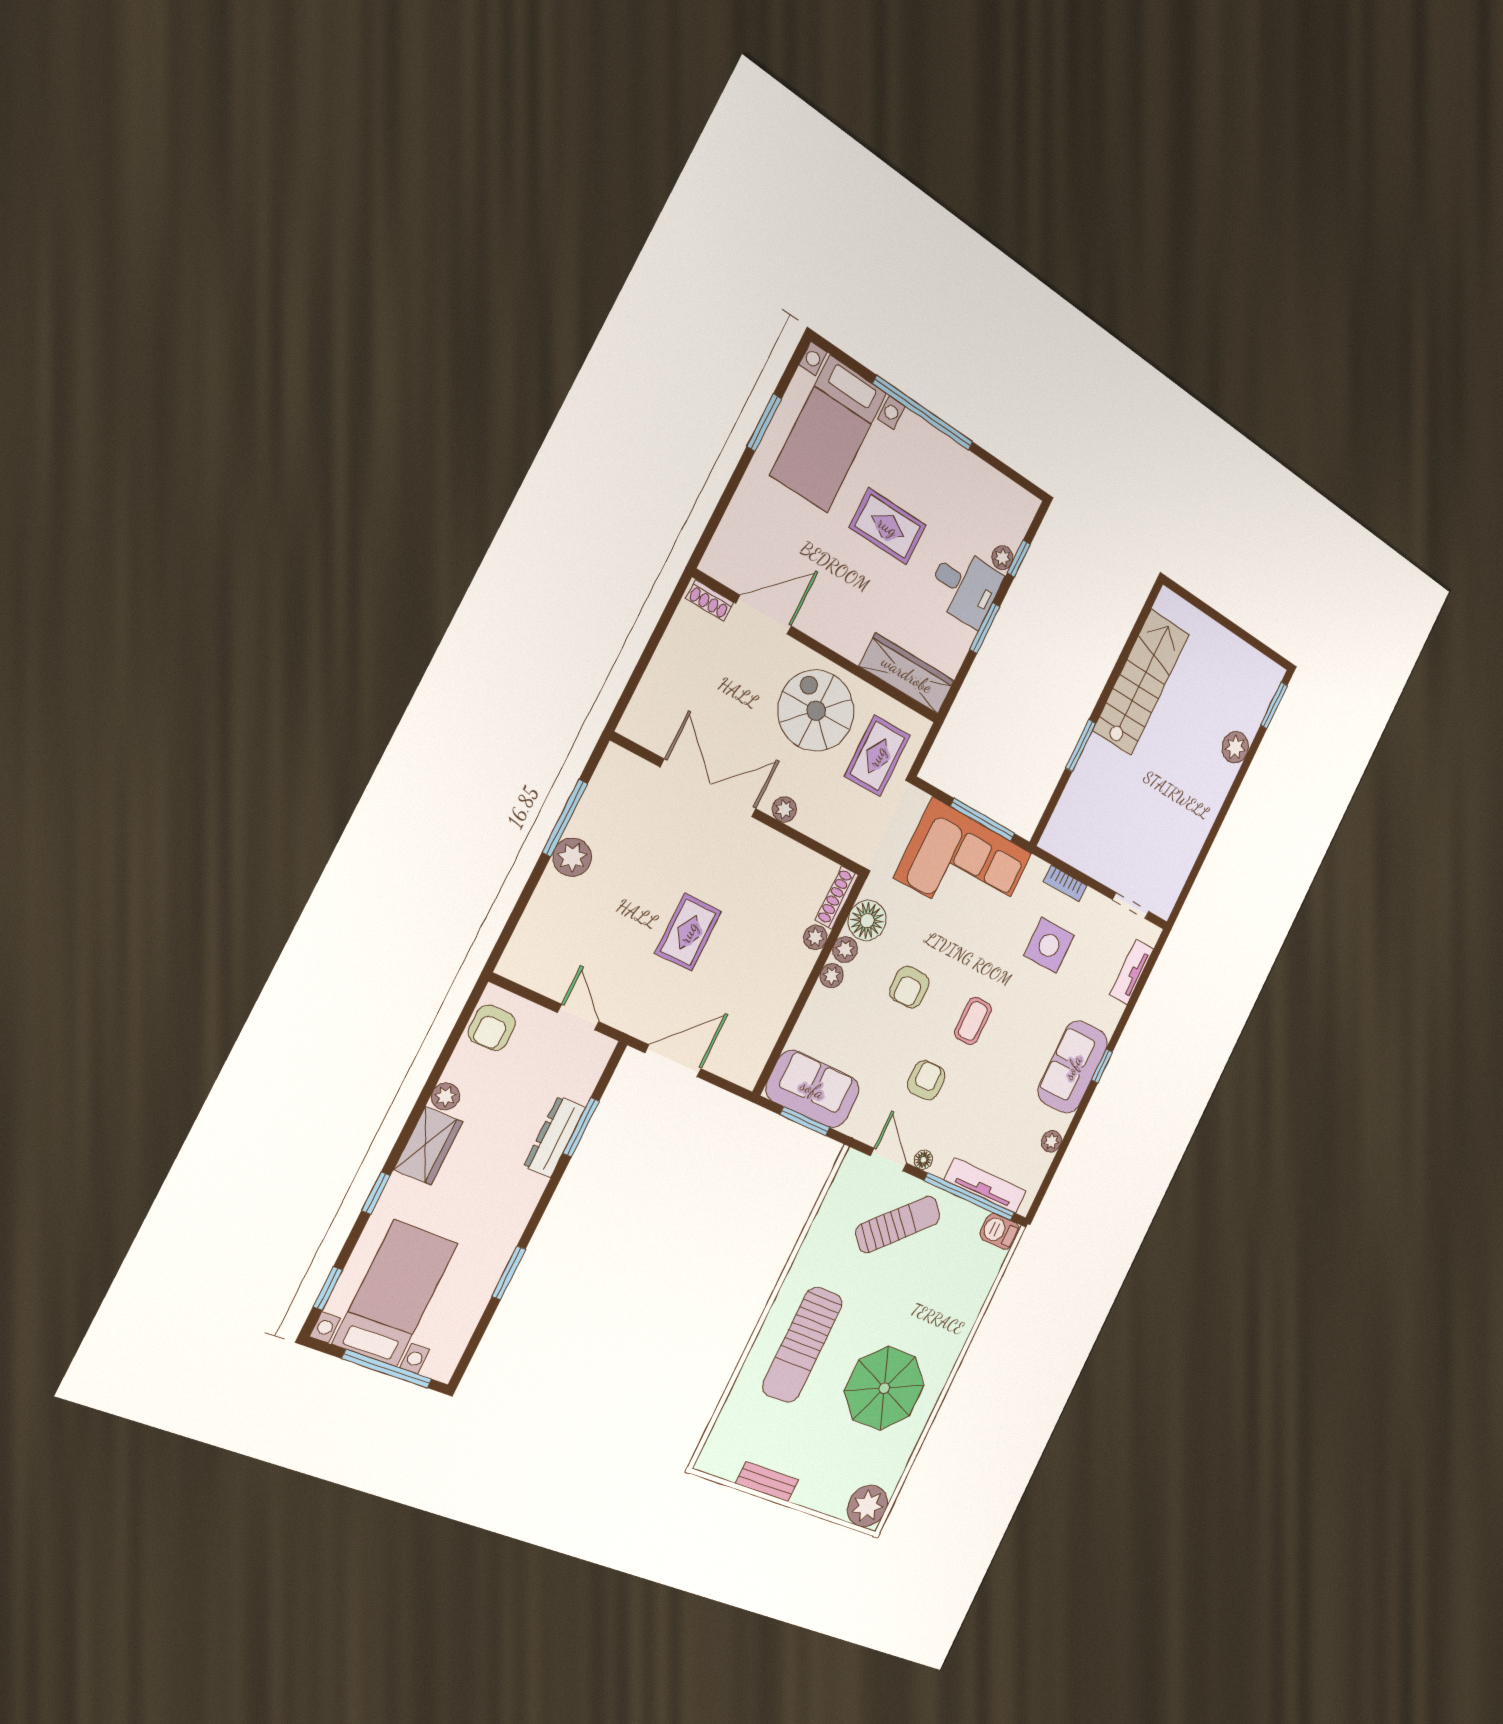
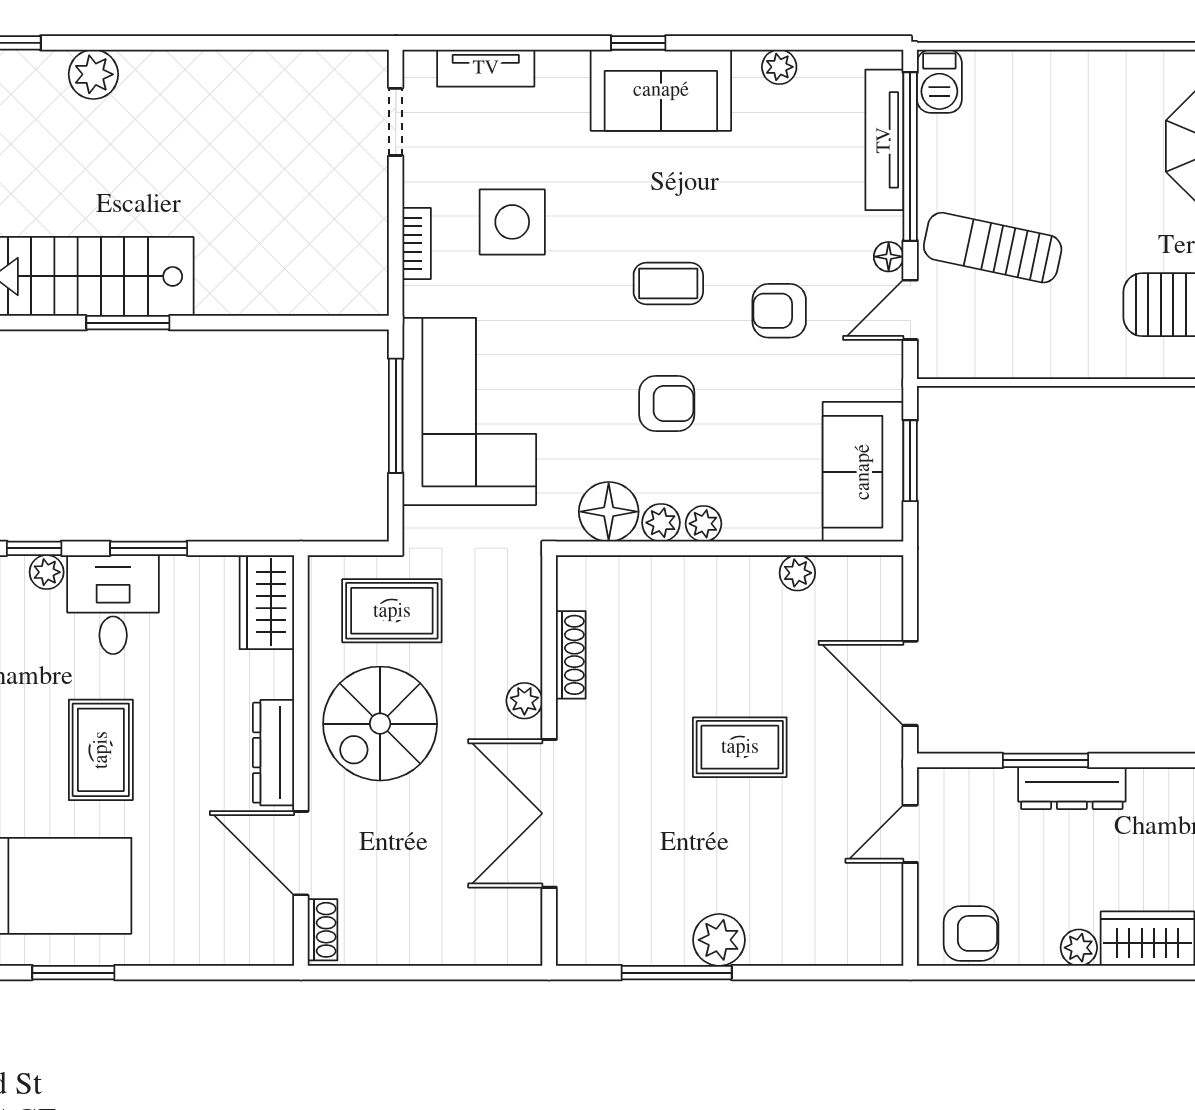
dresser: (832, 634) -> (273, 753), added
wardrobe: (907, 674) -> (267, 602), width x0.67
window: (1081, 746) -> (128, 323), moved
shoe rack: (837, 898) -> (571, 655), moved, turned -90
plant: (815, 937) -> (797, 573), moved
sun lounger: (898, 1224) -> (993, 248), turned -34

